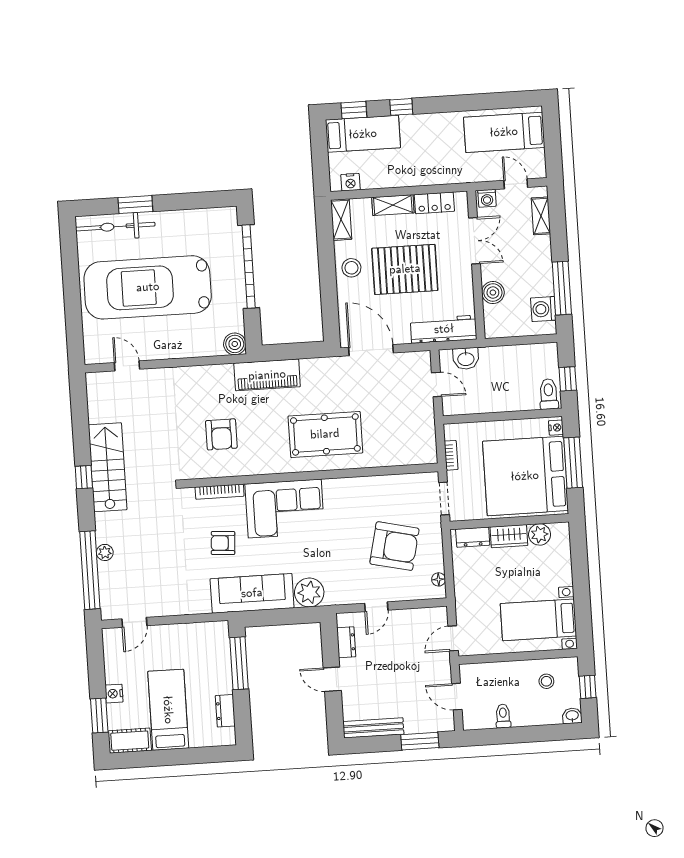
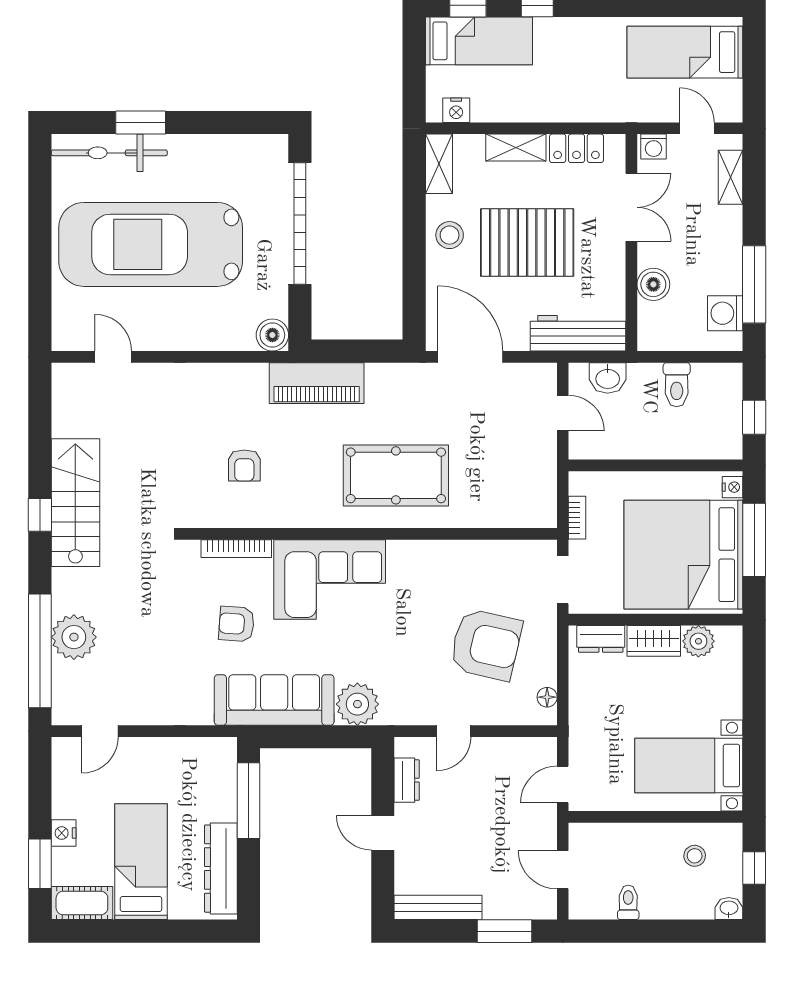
toilet: (549, 394) -> (677, 385), moved, turned 180
armchair: (221, 434) -> (244, 466), width x0.72, depth x0.72
plant: (105, 552) -> (74, 637), width x1.87, depth x1.87
dresser: (225, 711) -> (221, 869), width x1.96, depth x1.24

